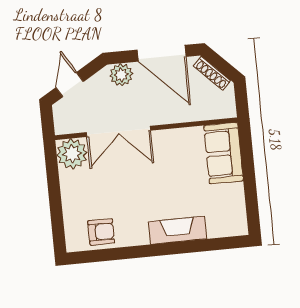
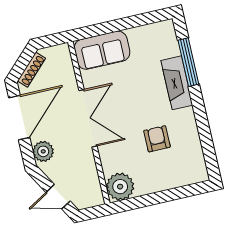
double door: (118, 131) -> (88, 118), moved
armchair: (101, 232) -> (157, 139), moved
window: (199, 246) -> (188, 62), added

